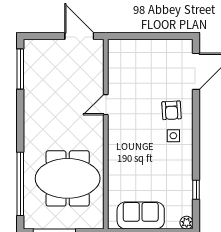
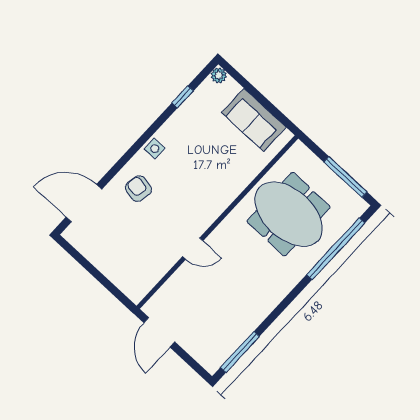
armchair: (172, 110) -> (138, 189), turned -76
side table: (173, 136) -> (155, 149), moved

